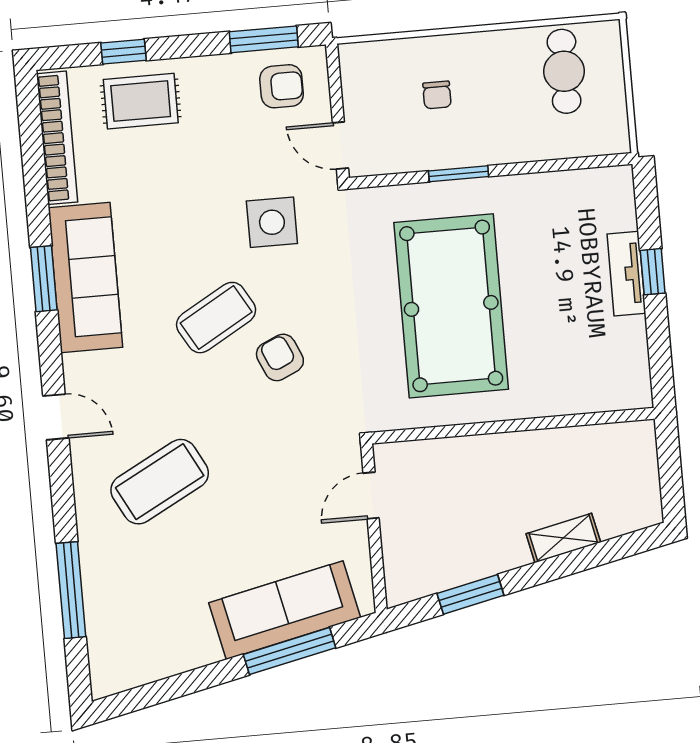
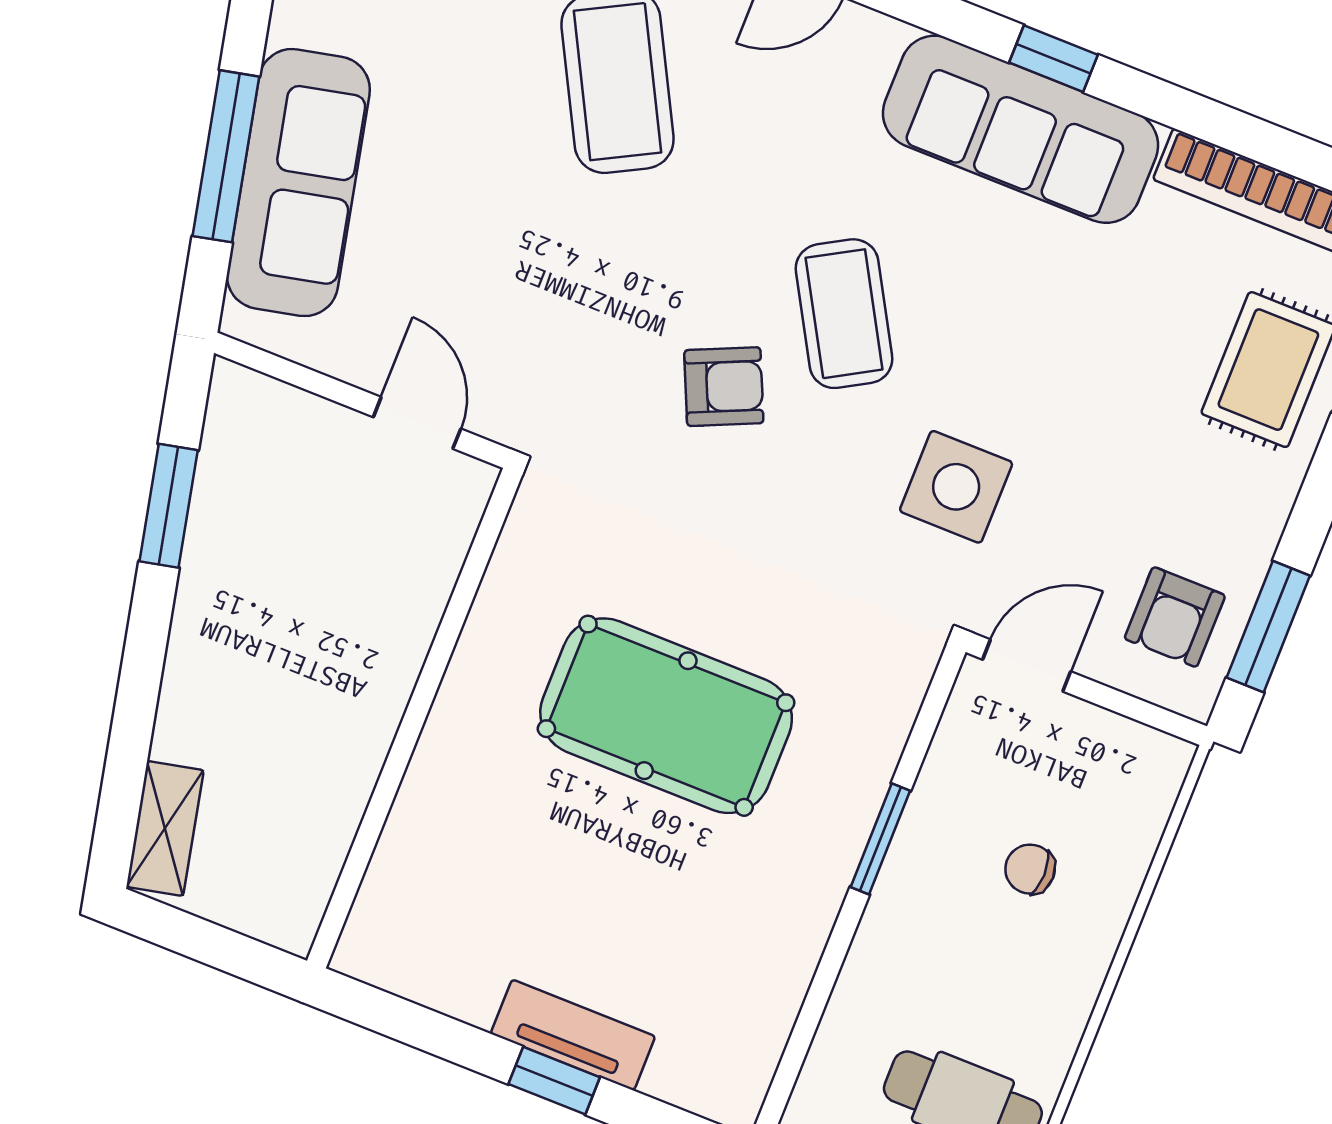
window: (44, 279) -> (1053, 59), width x0.67
pool table: (451, 306) -> (666, 716), width x0.73, depth x0.76
shelving: (563, 538) -> (165, 828), moved

